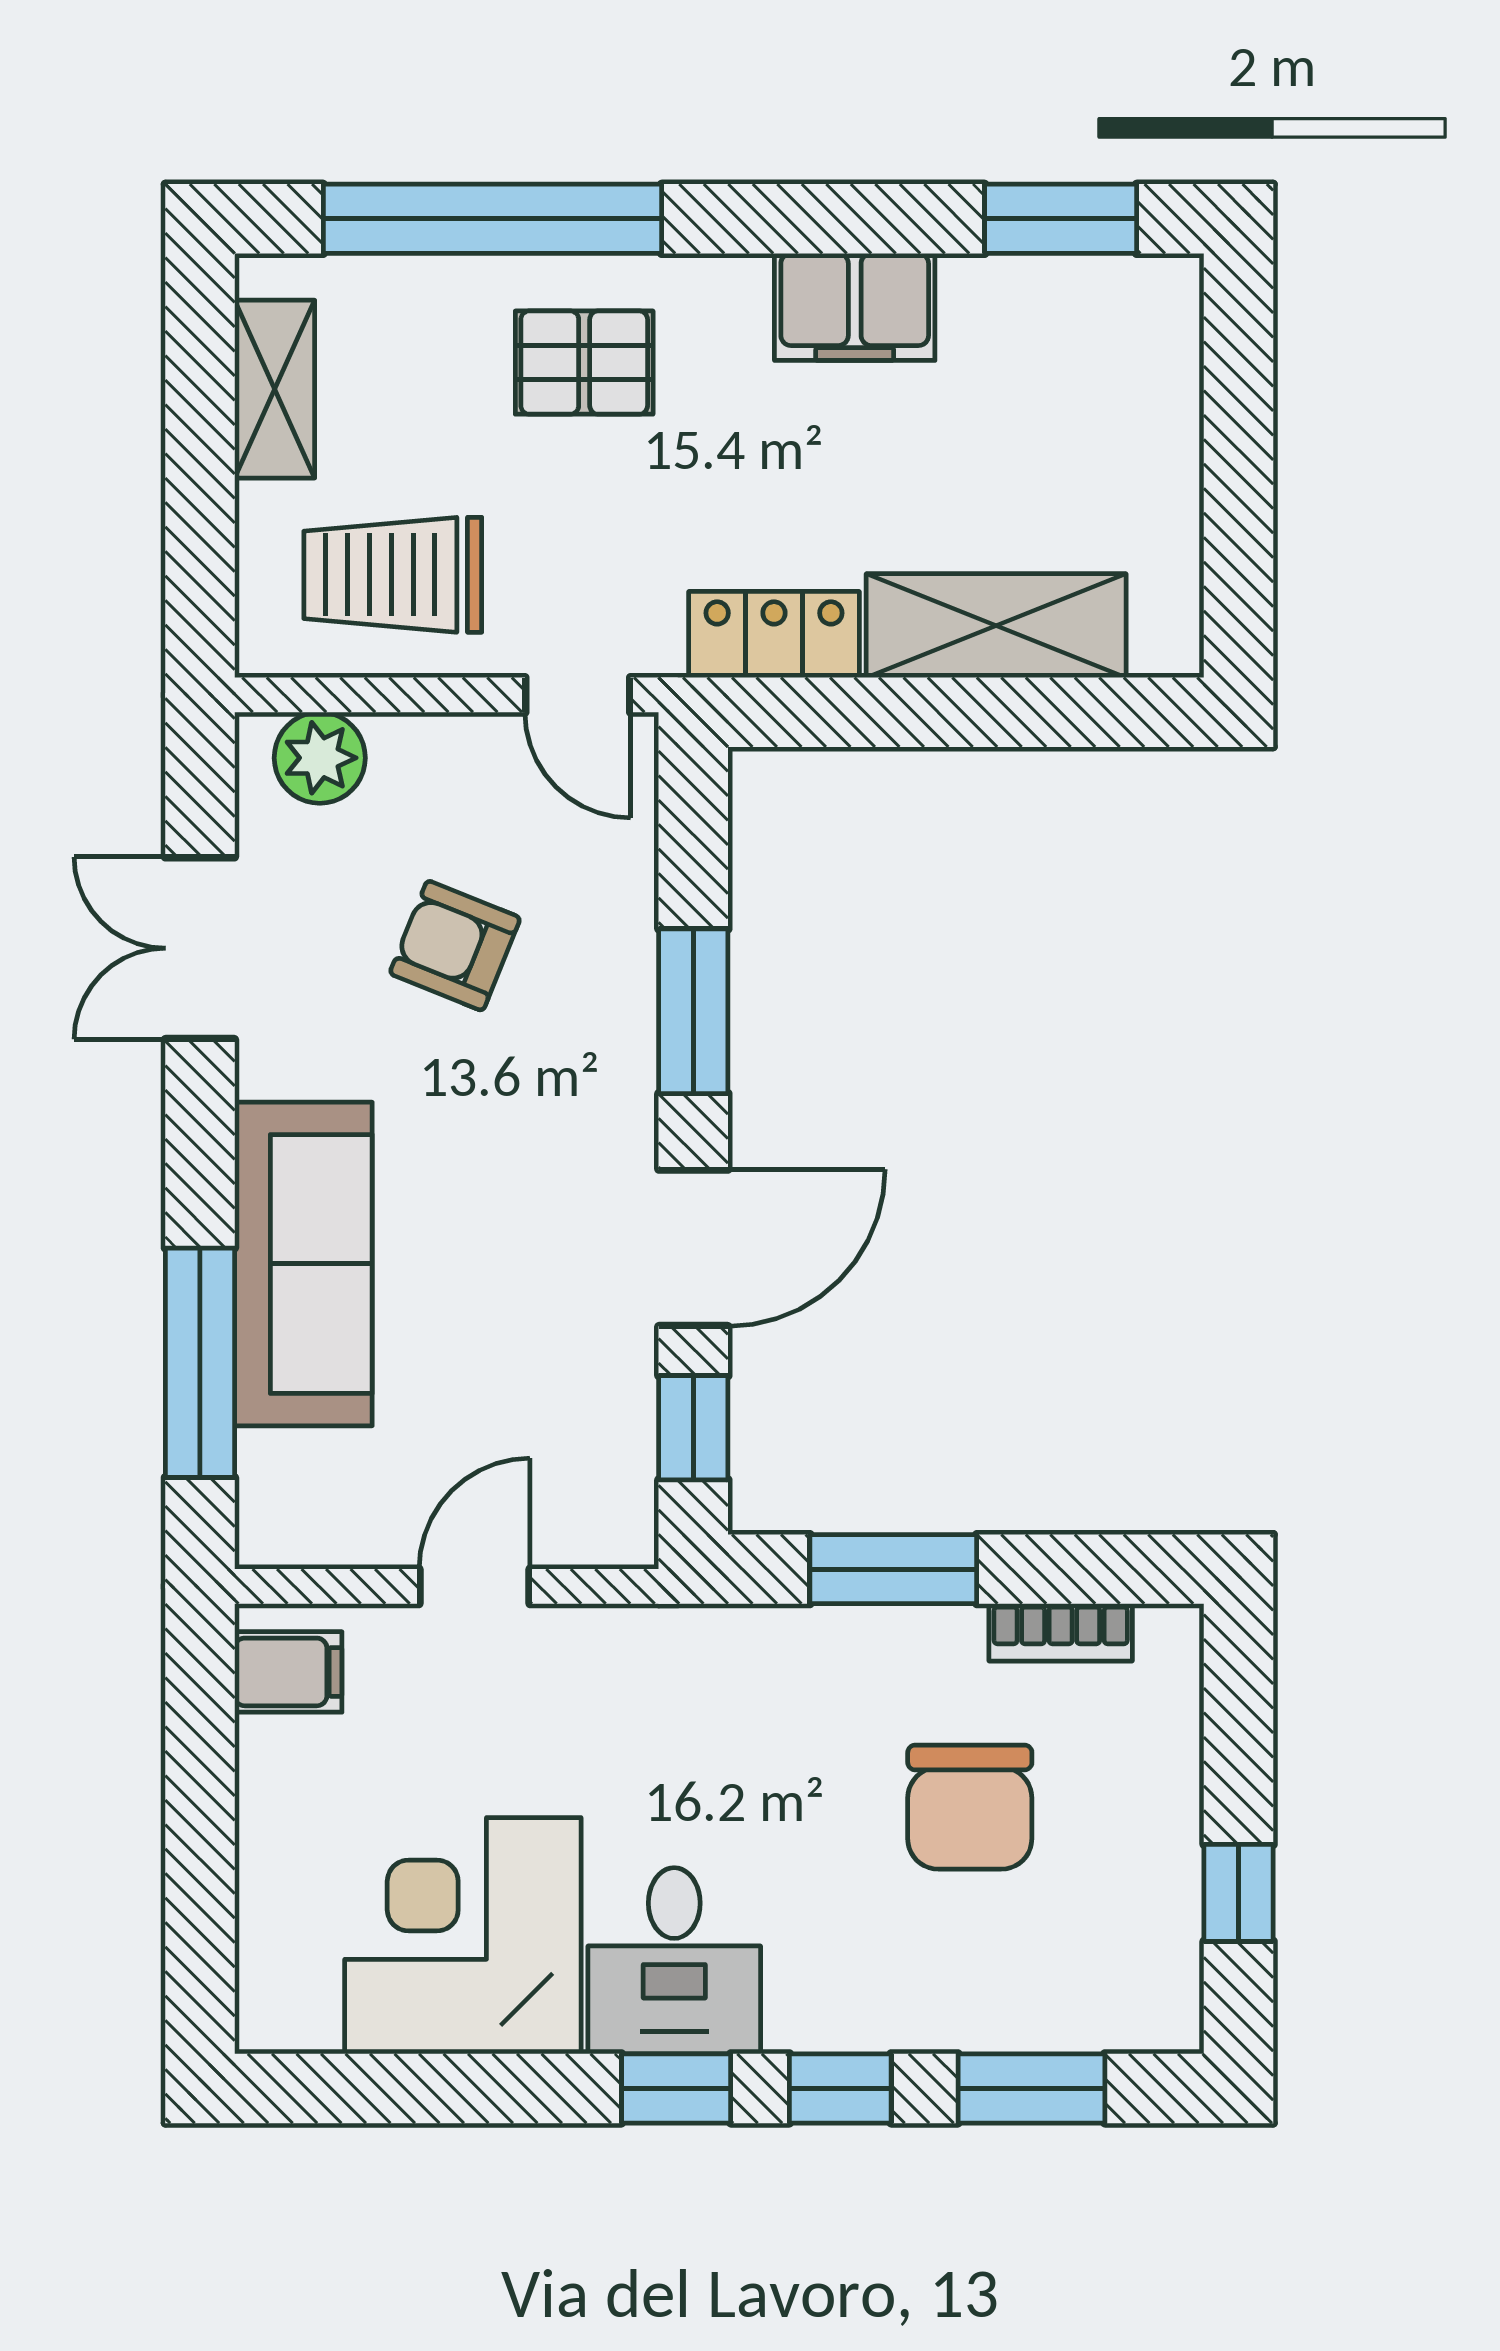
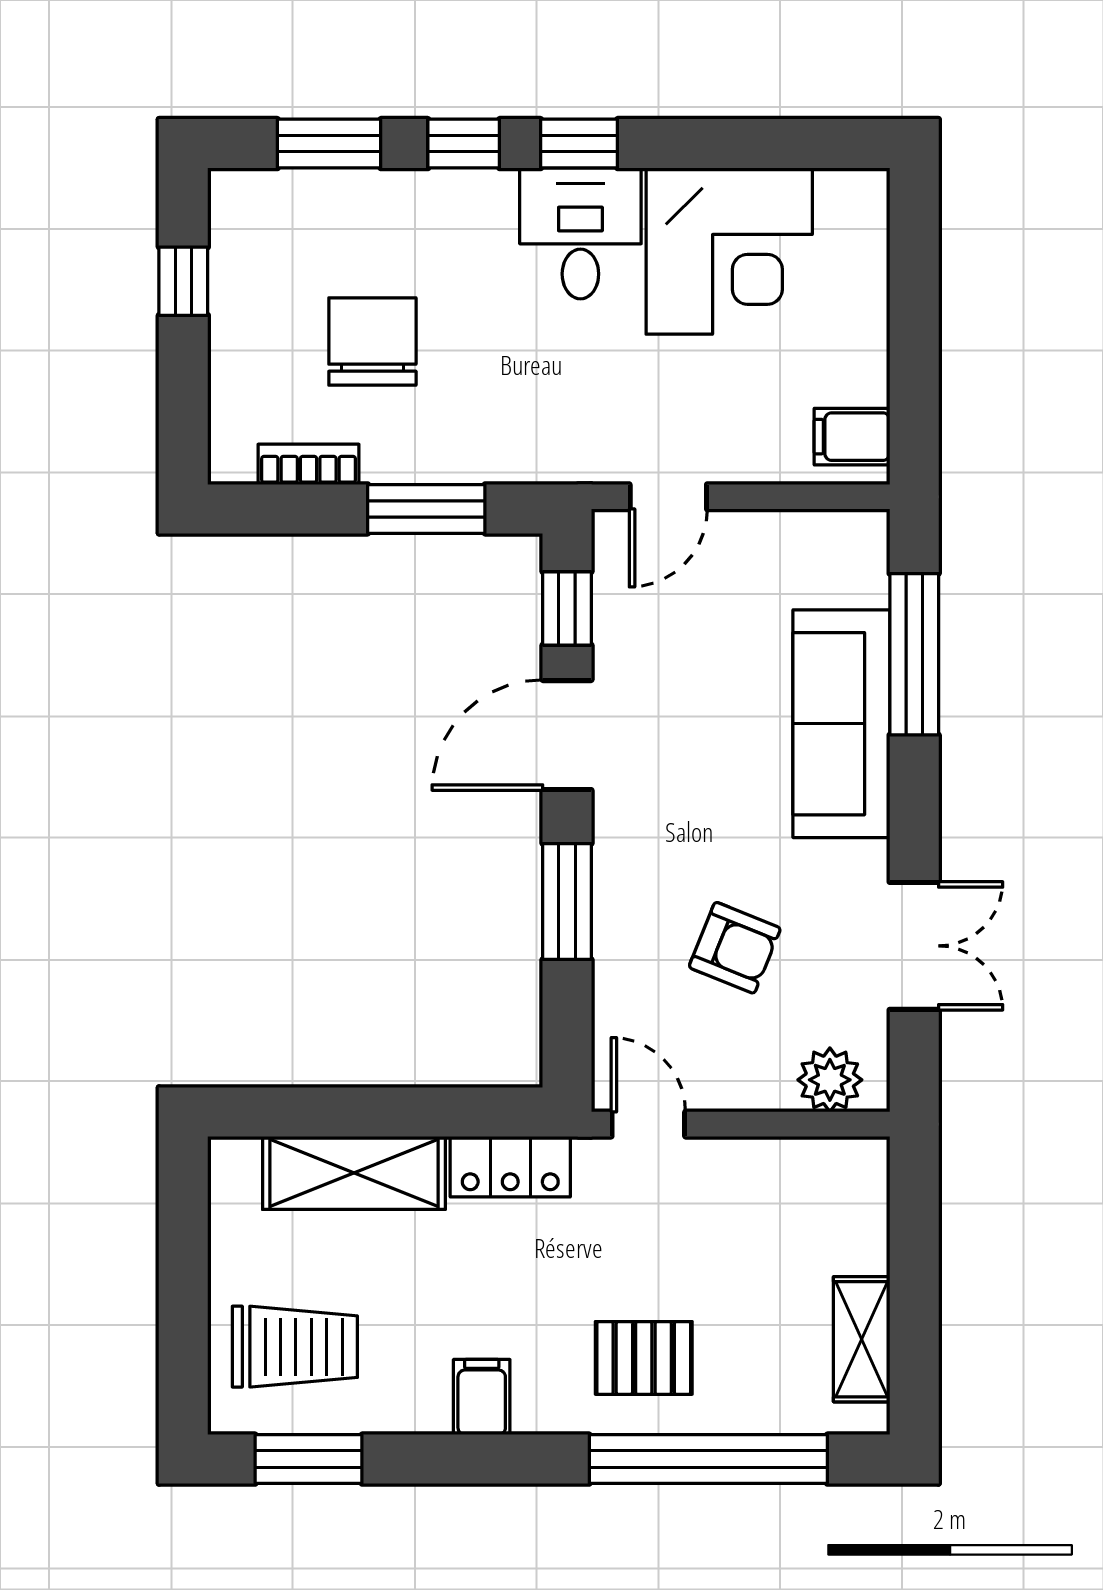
filing cabinet: (855, 307) -> (482, 1397), width x0.50
trolley: (393, 575) -> (295, 1347), moved
door: (475, 1586) -> (668, 497), moved

